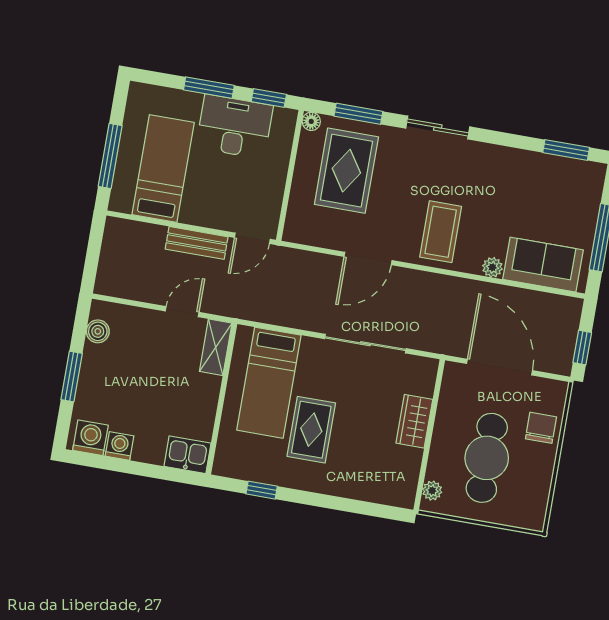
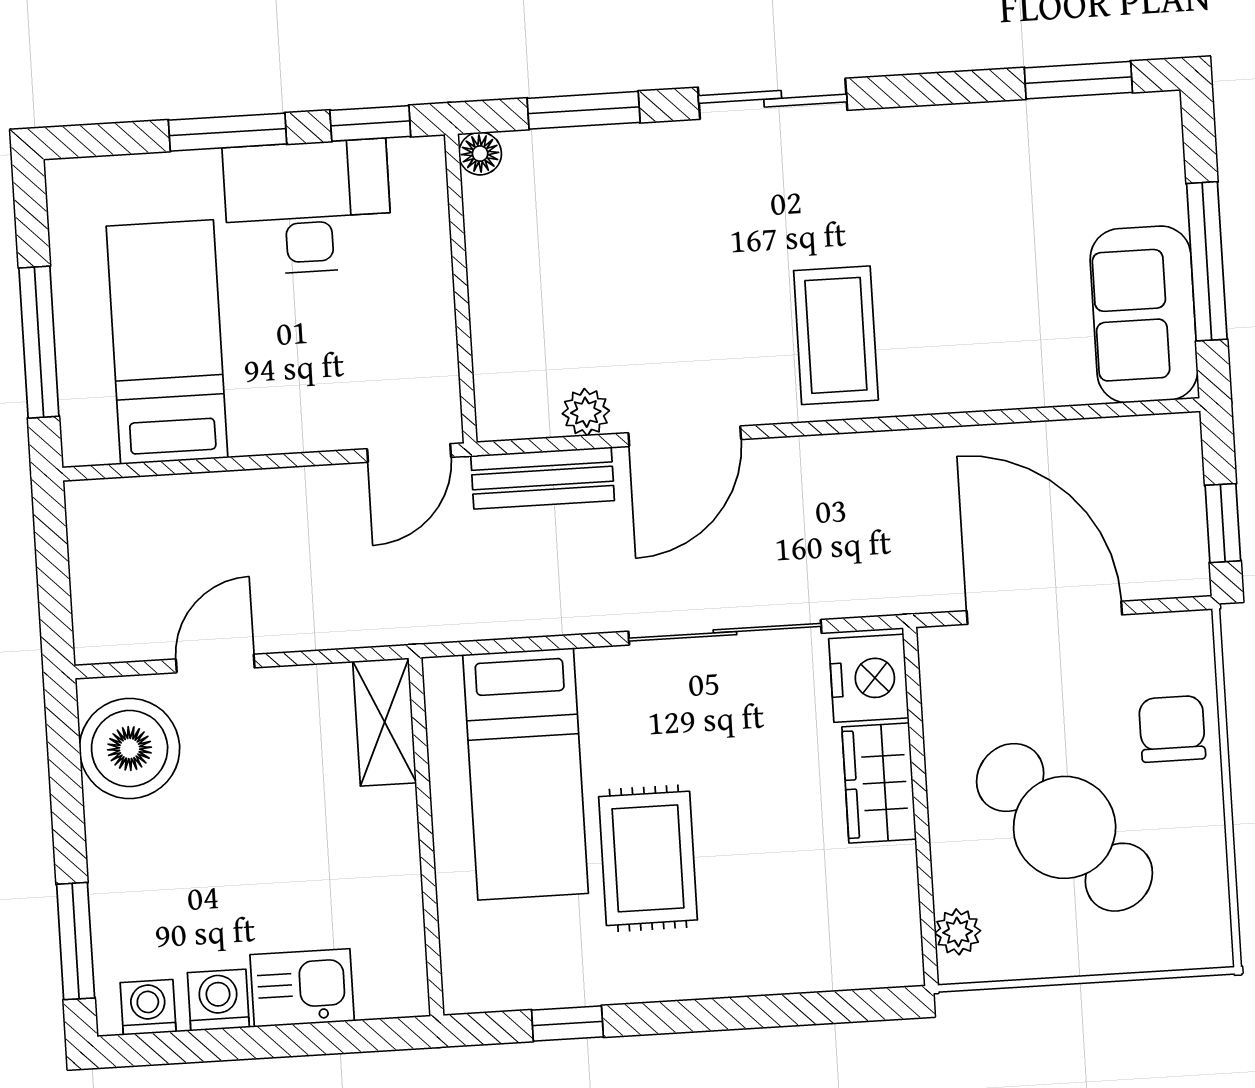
rug: (346, 171) -> (587, 247), removed
bench: (197, 243) -> (543, 478), moved
sofa: (543, 265) -> (1144, 314), moved, turned -90
plant: (492, 267) -> (586, 412), moved
door: (182, 312) -> (215, 663), moved
boiler: (98, 331) -> (130, 748), width x1.86, depth x1.86
window: (72, 377) -> (76, 941), moved
nightstand: (420, 377) -> (869, 678), added
washing machine: (90, 438) -> (148, 1007), width x0.73, depth x0.73
kitchen sink: (187, 455) -> (302, 988), moved
cafe table: (487, 458) -> (1065, 827), turned -44

